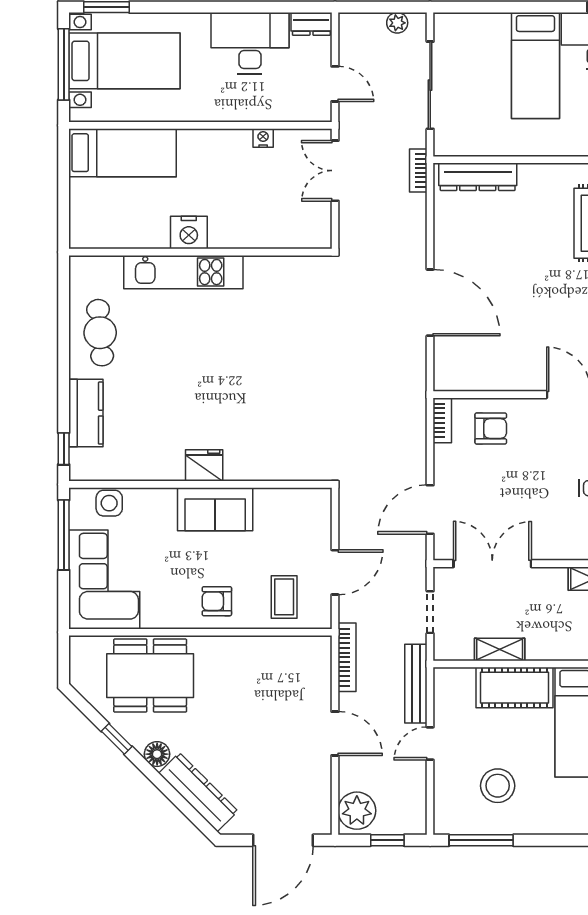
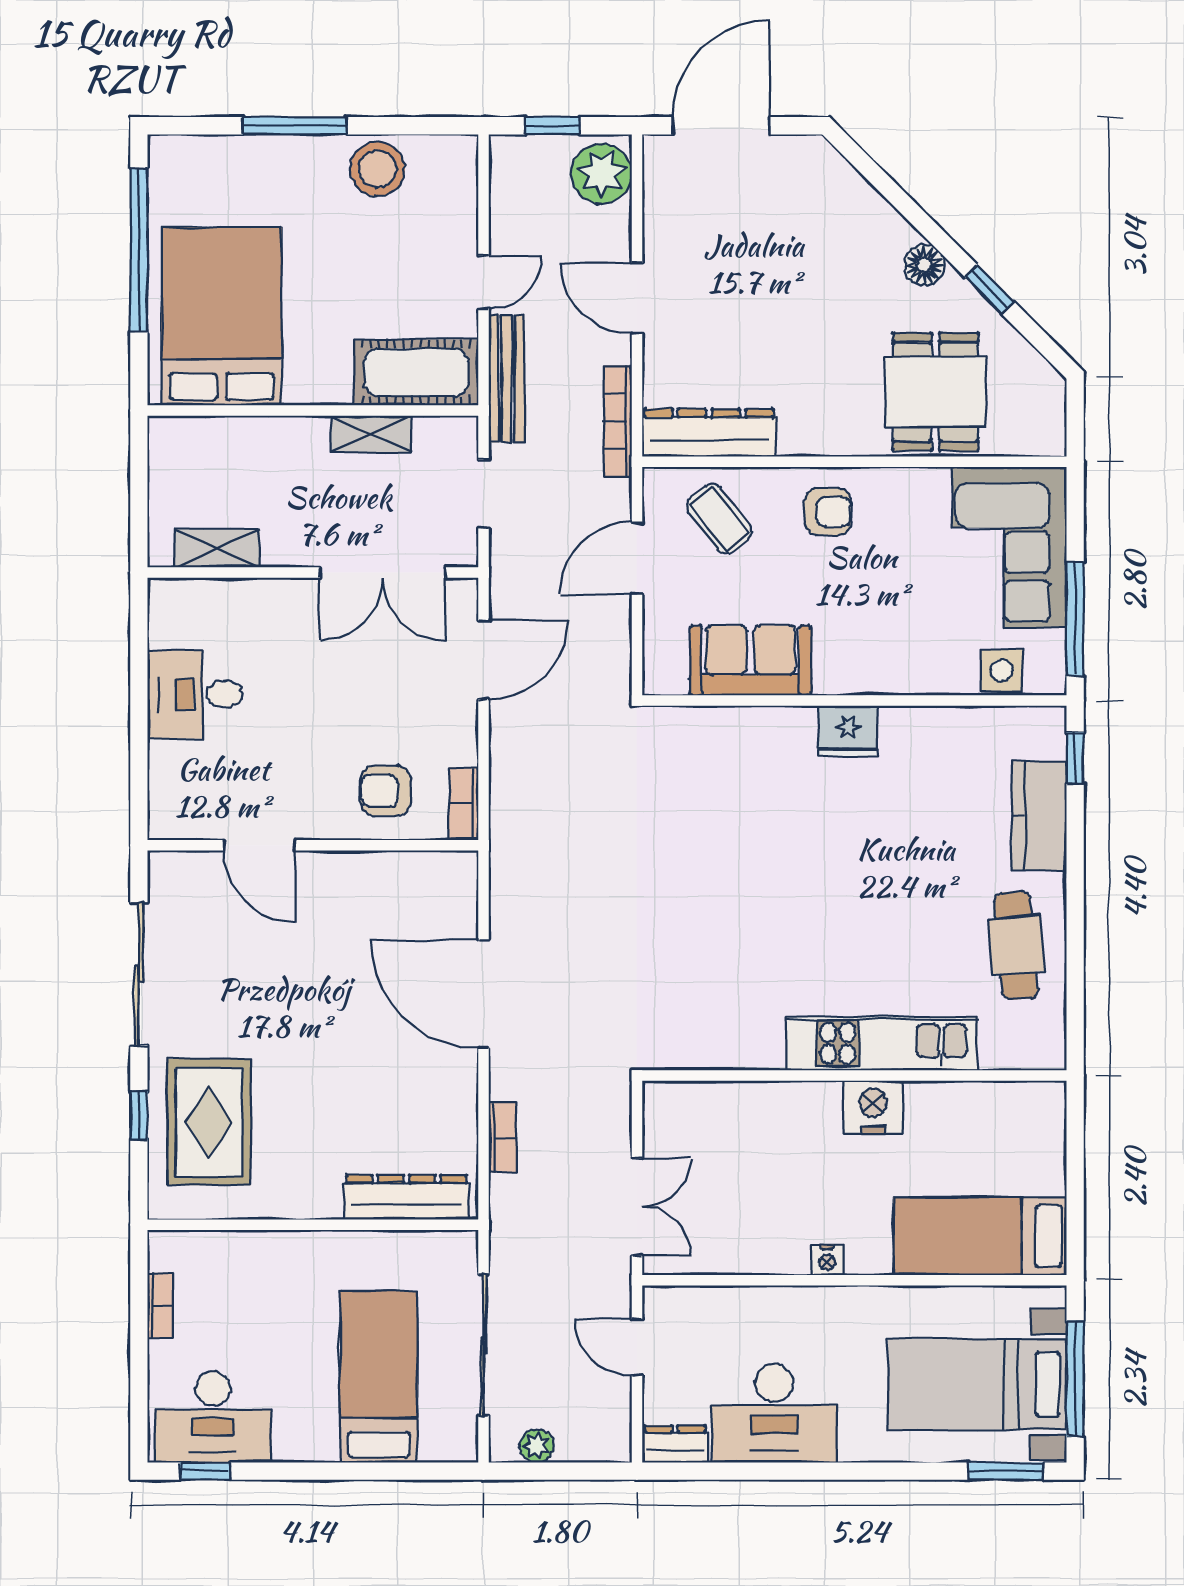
bed: (535, 66) -> (379, 1377), moved
nightstand: (263, 138) -> (827, 1260), moved
bookcase: (418, 170) -> (502, 1137), moved
sofa: (215, 509) -> (750, 660), moved
coffee table: (284, 597) -> (719, 519), turned -38
dining table: (150, 676) -> (935, 392), width x0.73
cot: (515, 688) -> (416, 372), moved
stool: (498, 786) -> (378, 169), moved
dresser: (198, 792) -> (709, 433), moved, turned 135
window: (481, 840) -> (294, 126), moved

